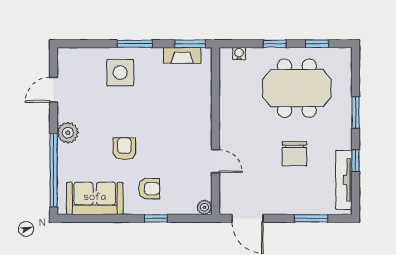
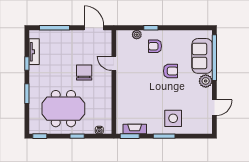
window: (317, 44) -> (40, 136), moved
armchair: (124, 149) -> (170, 71), turned -90
chair: (295, 154) -> (84, 72), moved
tv unit: (344, 180) -> (34, 52), width x0.71
sofa: (95, 198) -> (202, 56), moved, turned 90
plant: (204, 207) -> (137, 35), moved
window: (311, 218) -> (54, 28), width x1.44

